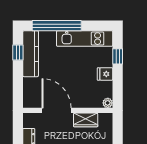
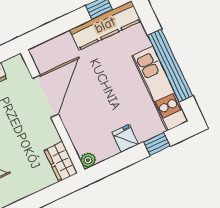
window: (57, 26) -> (170, 66), moved
wardrobe: (86, 120) -> (61, 161), moved

